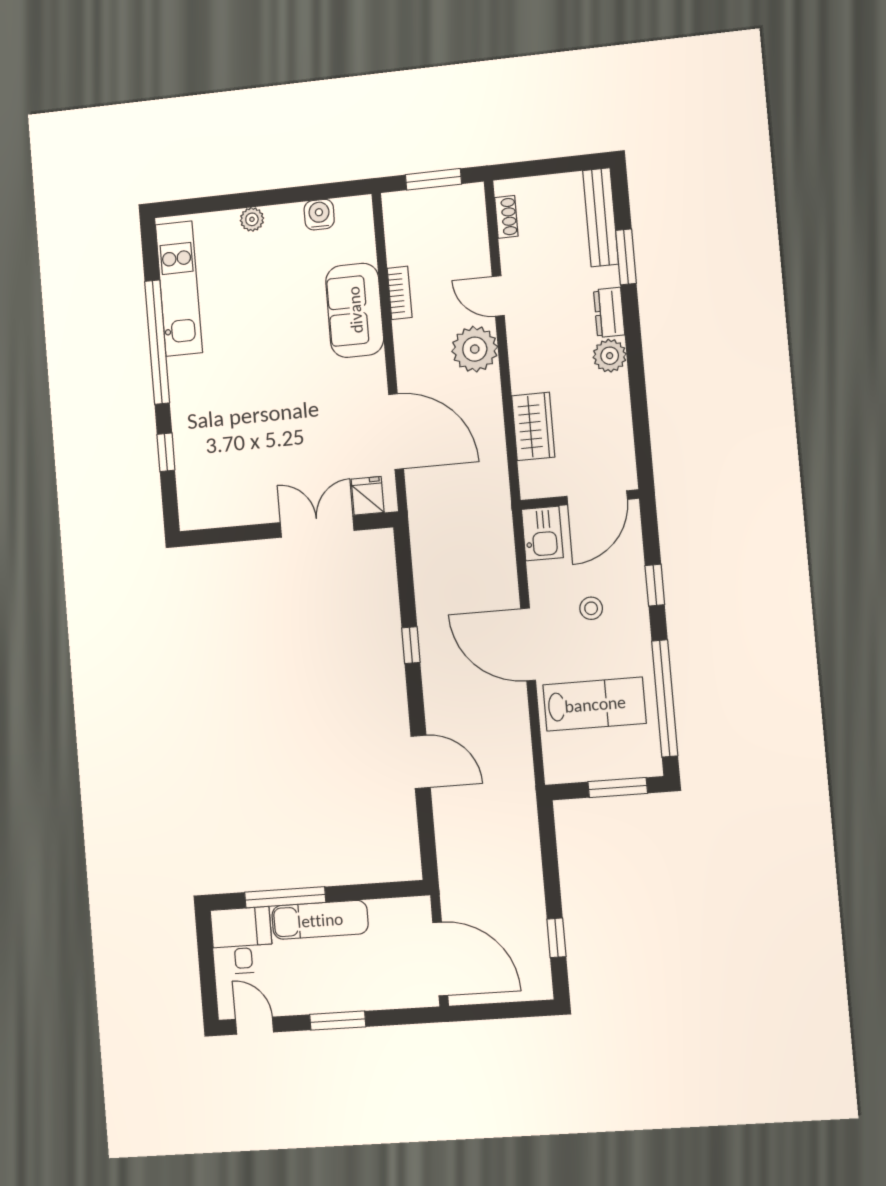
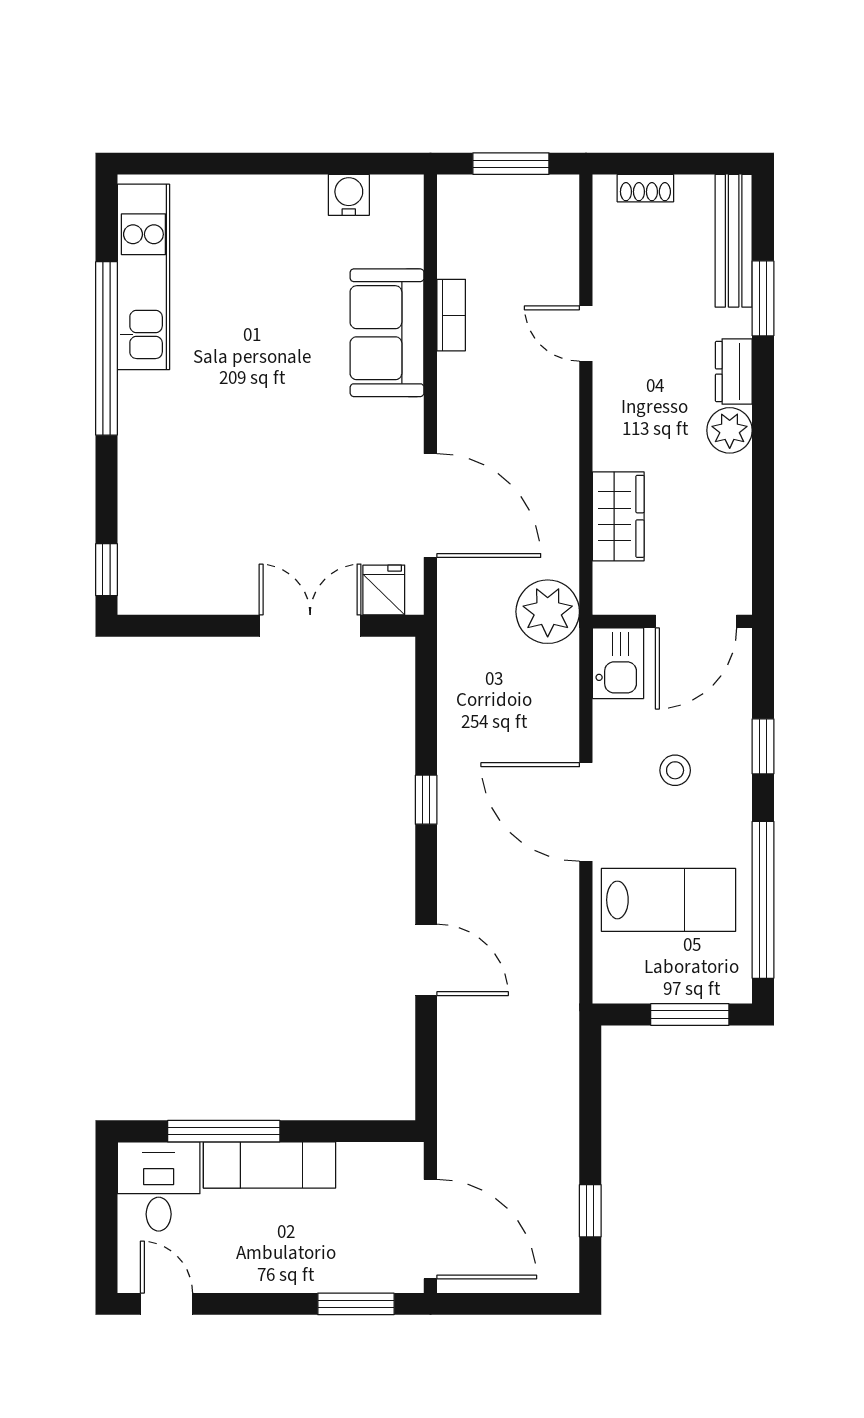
shoe rack: (506, 217) -> (645, 188), moved, turned 90
plant: (252, 219) -> (254, 191), removed
plant: (475, 349) -> (548, 612), moved
window: (166, 452) -> (106, 570), moved
window: (338, 1021) -> (356, 1304), moved

